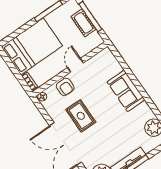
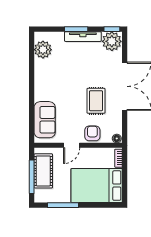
cot: (83, 23) -> (43, 171), width x1.37, depth x1.34
sofa: (126, 91) -> (45, 120), moved

